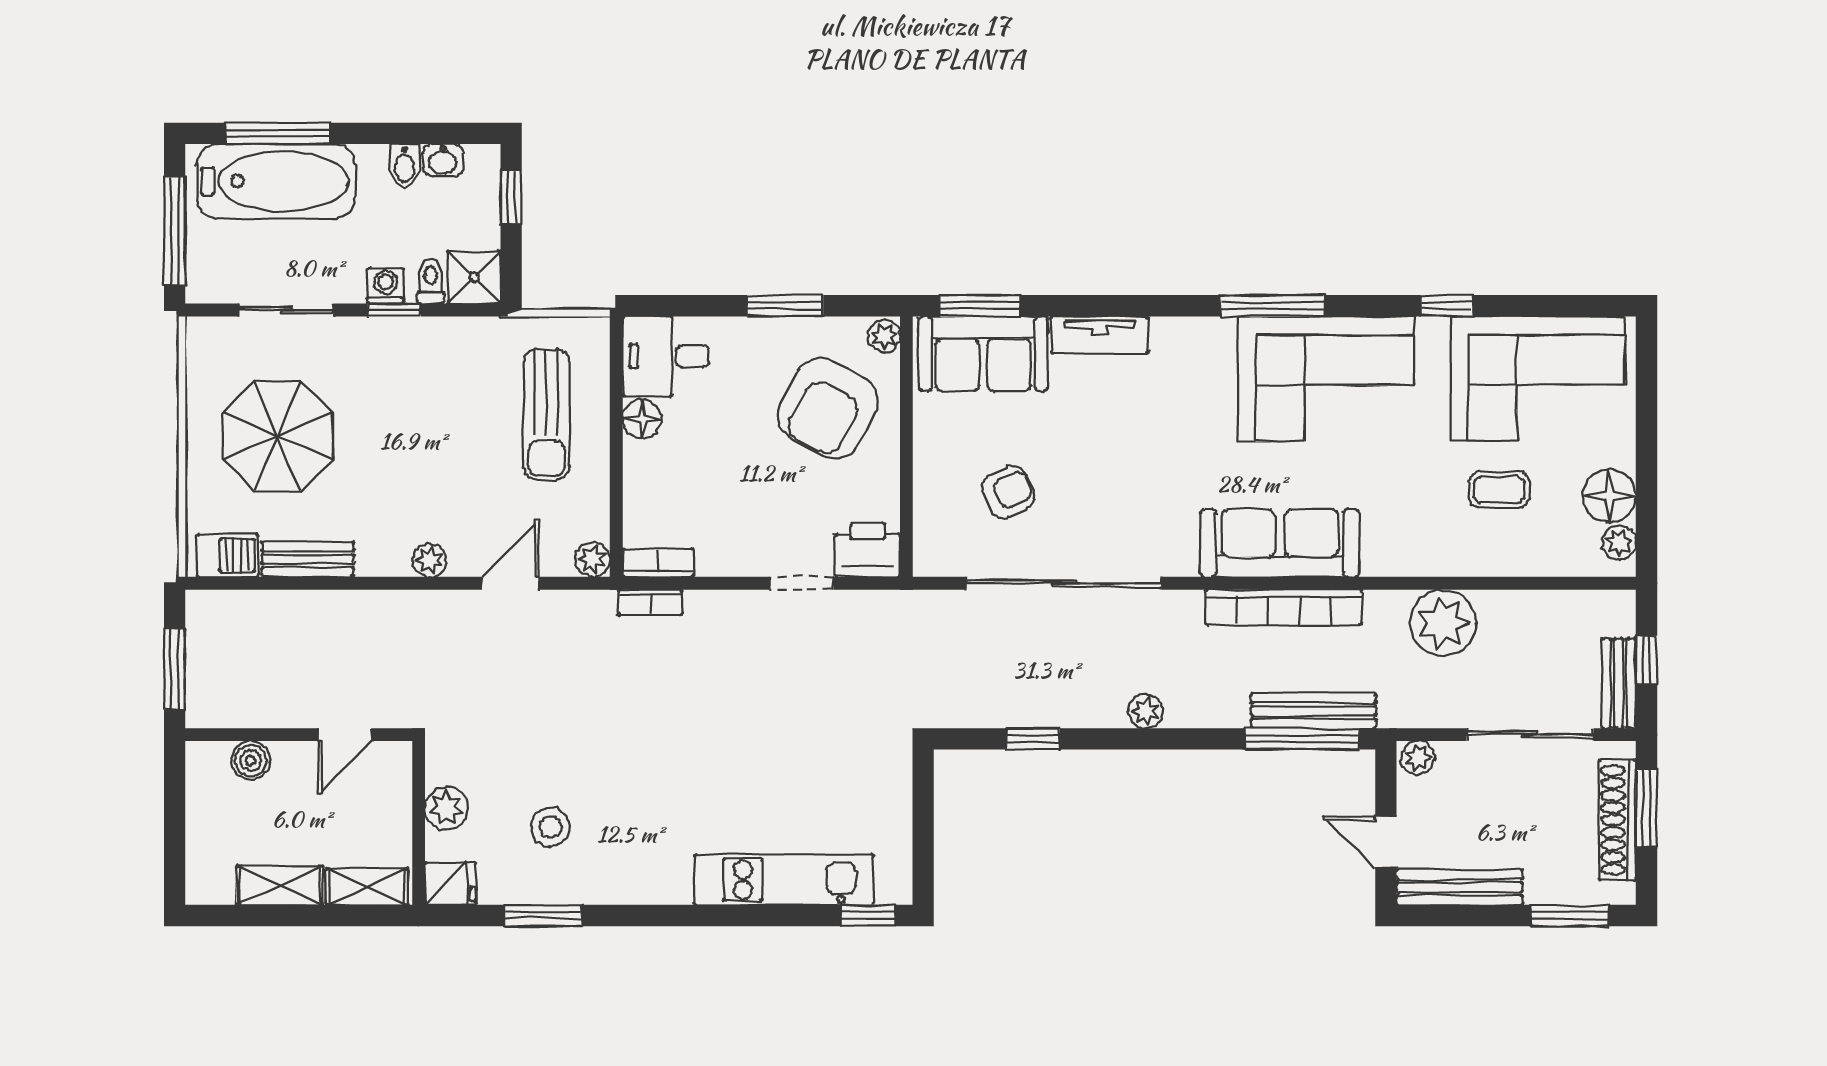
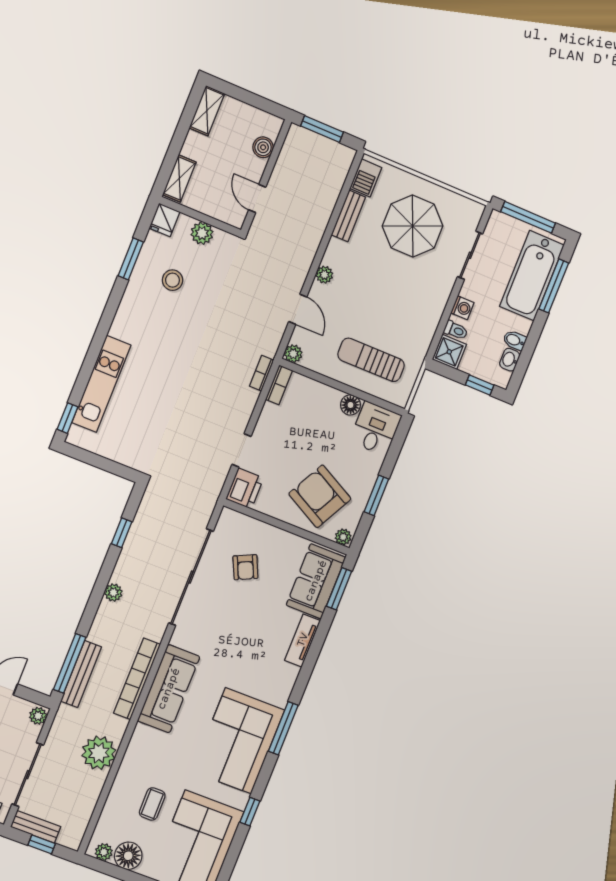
window: (394, 310) -> (449, 307), removed
shelving: (280, 885) -> (207, 111), moved

